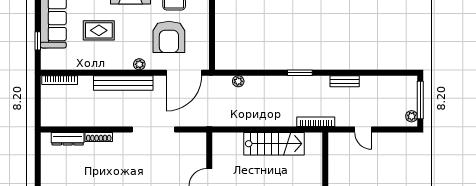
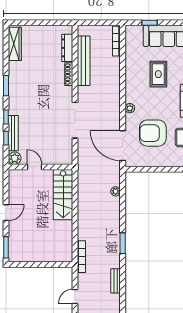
bench: (123, 83) -> (84, 61), moved
stairs: (274, 144) -> (63, 195), moved

